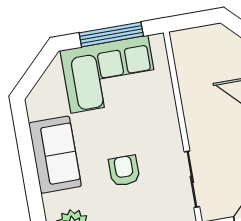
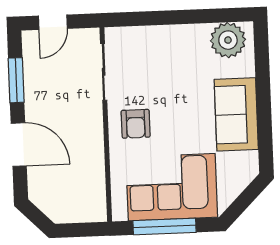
armchair: (124, 171) -> (136, 124), moved

